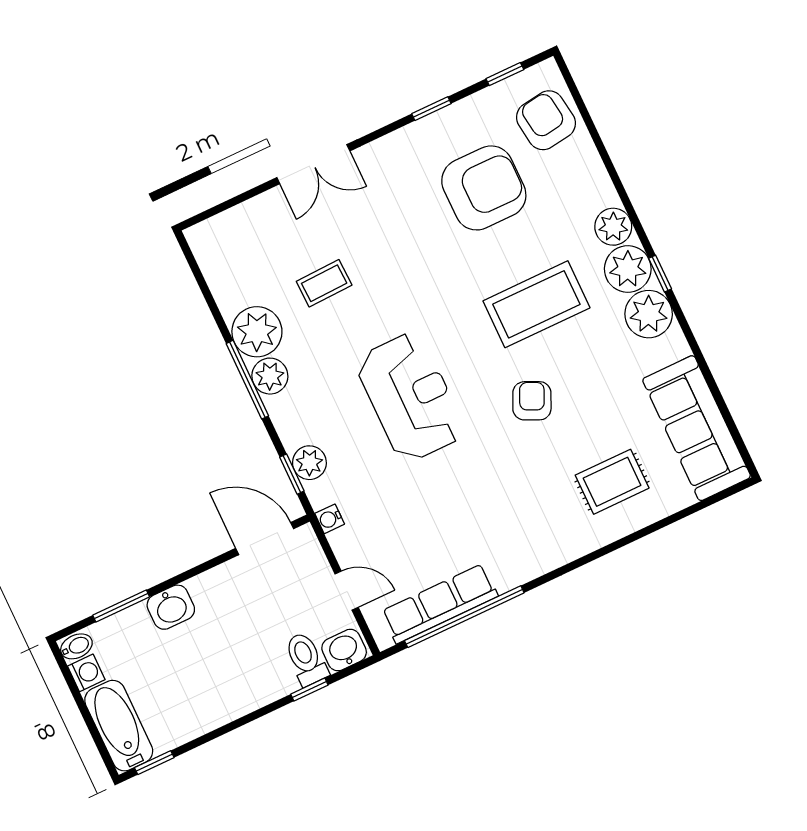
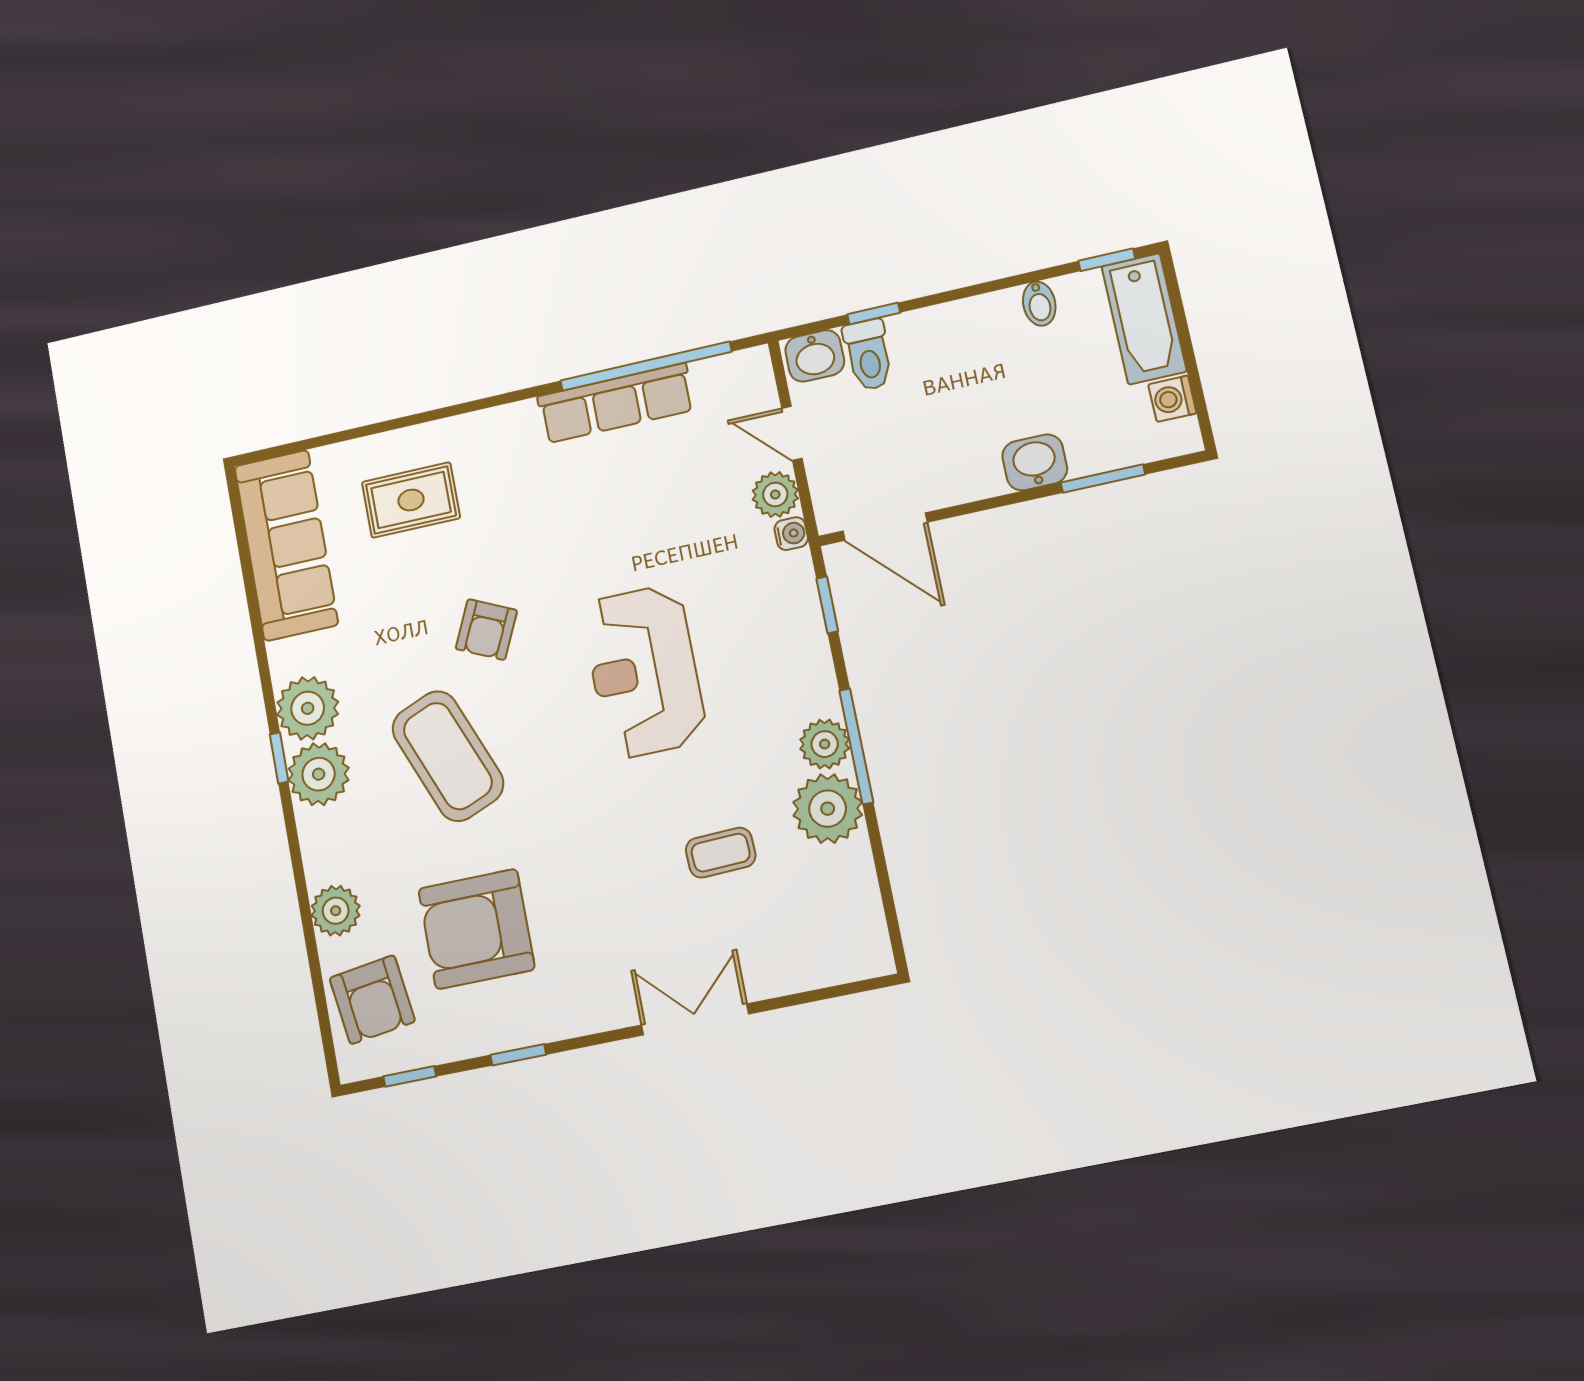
plant: (613, 227) -> (336, 911), moved
coffee table: (536, 304) -> (448, 756), turned 68
plant: (309, 463) -> (775, 495), moved
row of seats: (440, 604) -> (616, 403), moved
bidet: (76, 646) -> (1039, 304), moved, turned -90

